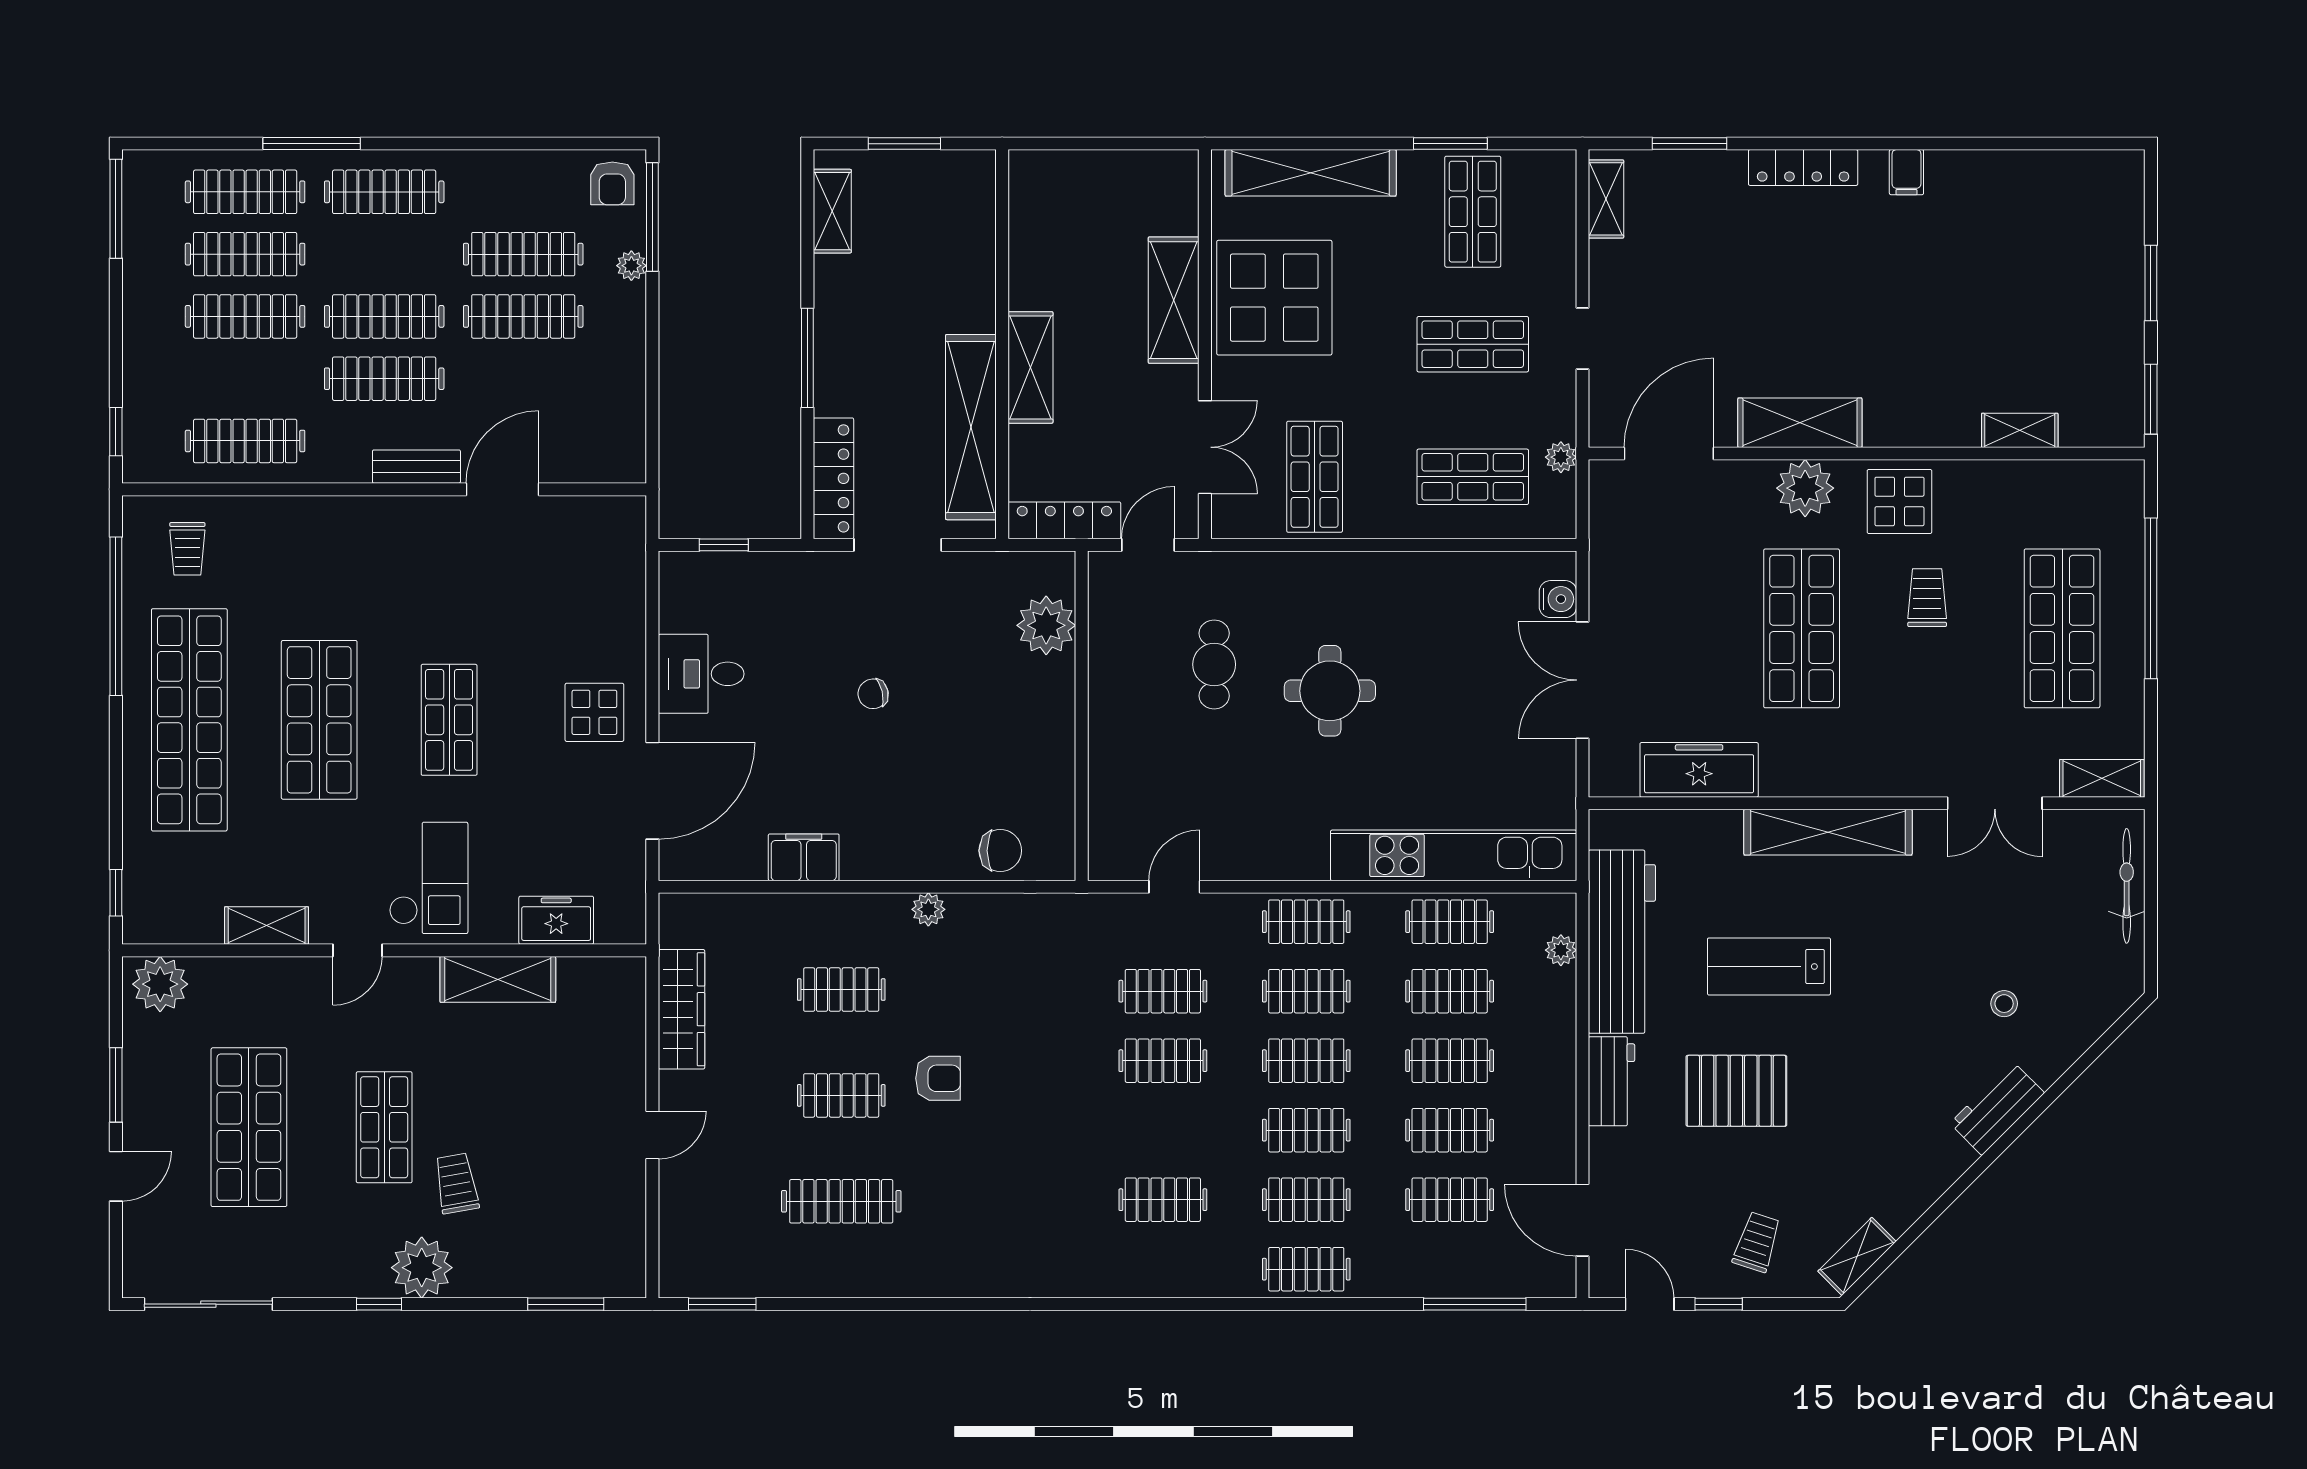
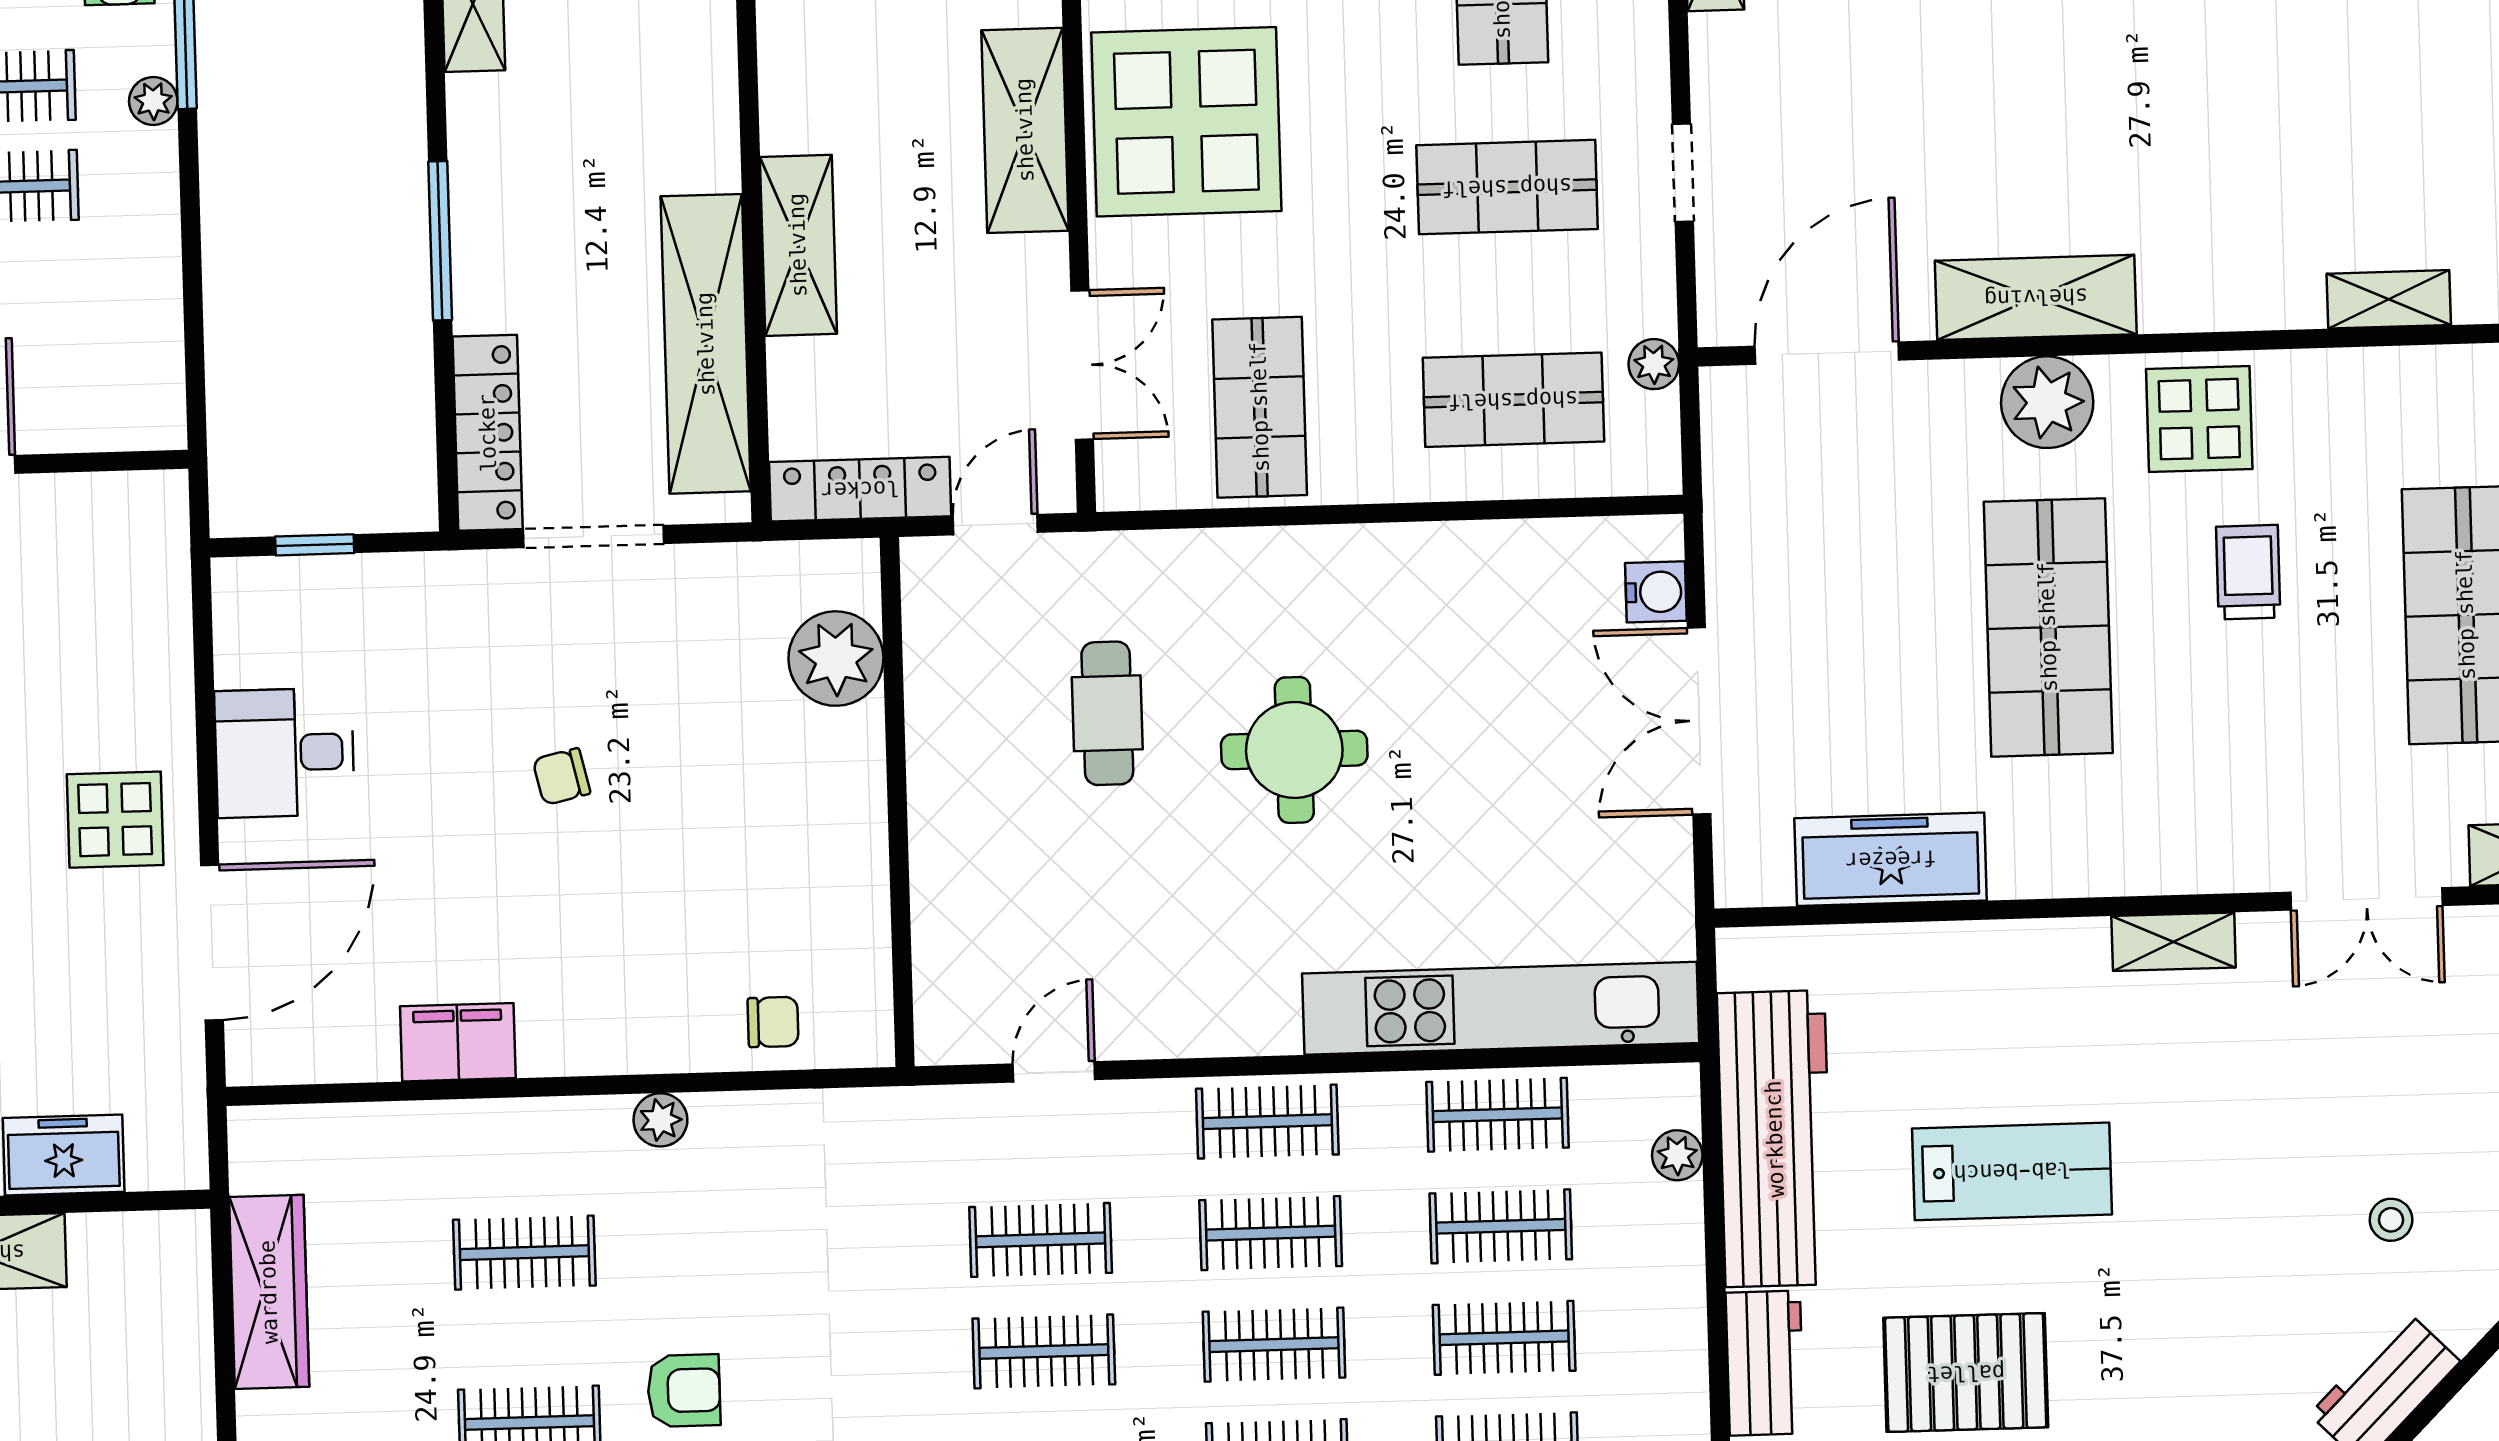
shelving: (1828, 832) -> (2174, 942), width x0.45, depth x0.75
chair: (1000, 851) -> (773, 1022), width x0.73, depth x0.73
lab bench: (1769, 966) -> (2012, 1171), turned 180

